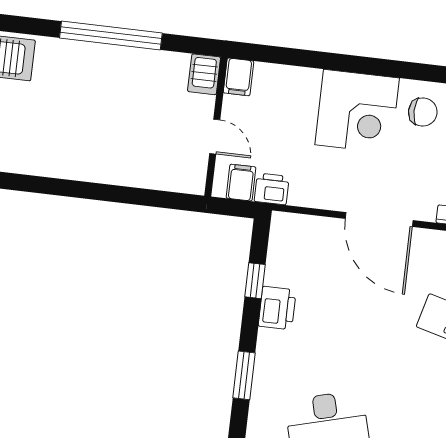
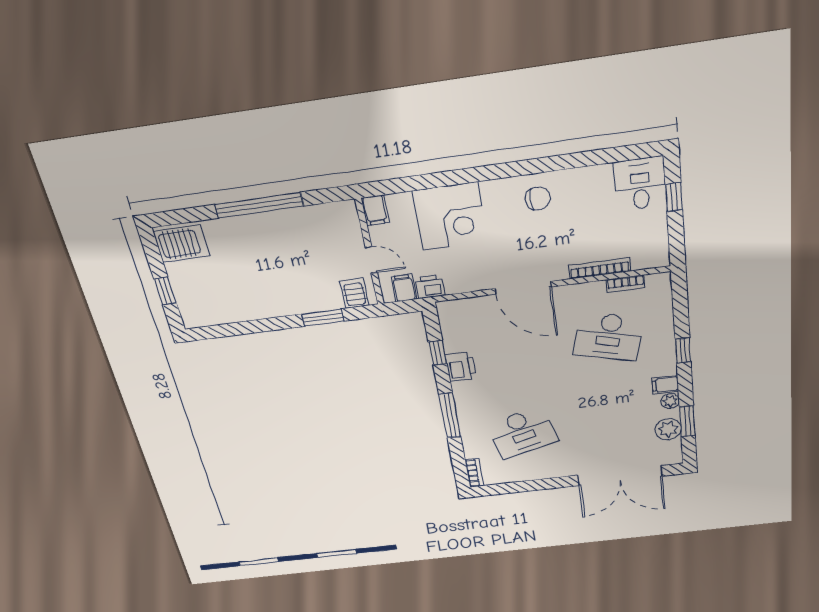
server rack: (204, 74) -> (354, 293), moved, turned 180
corner desk: (357, 111) -> (450, 216), moved
window: (133, 196) -> (323, 318), added
window: (244, 375) -> (450, 416), width x1.44

